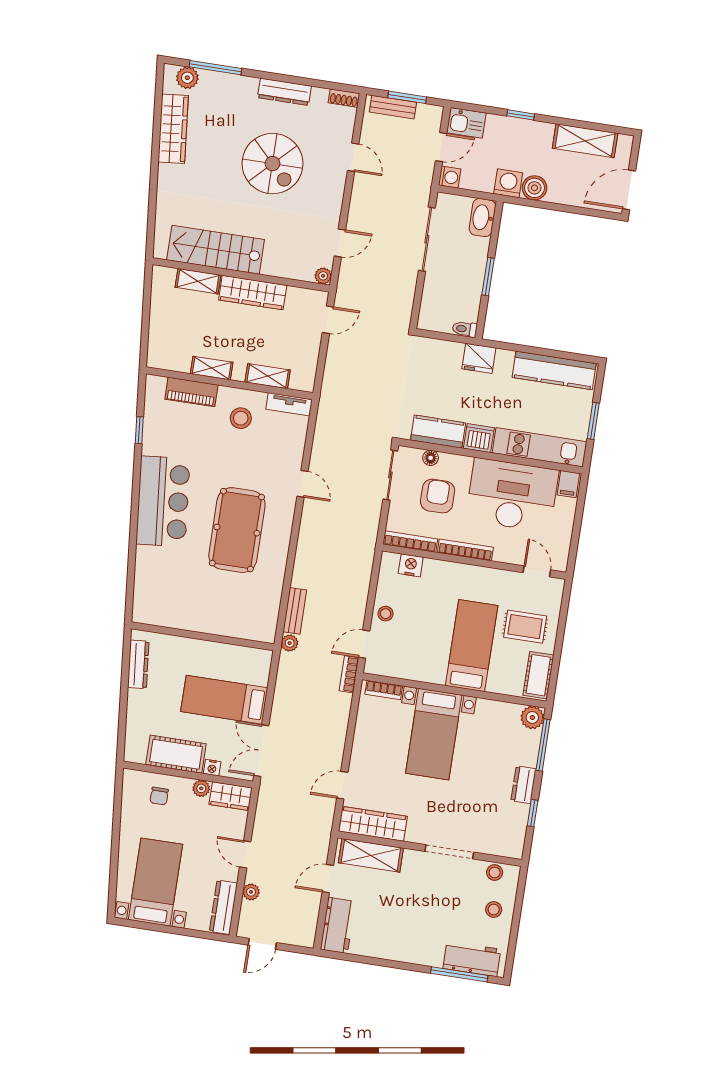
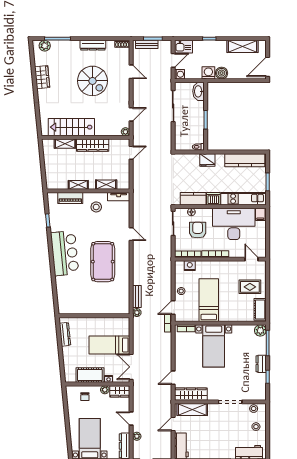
wardrobe: (173, 129) -> (42, 77), width x0.67
bed: (472, 646) -> (209, 300), moved

